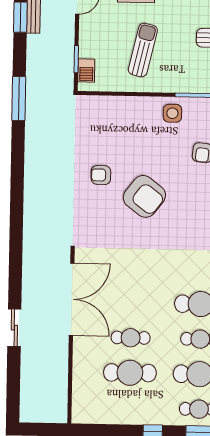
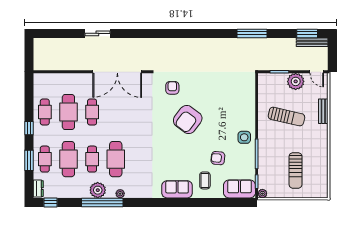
plant: (91, 35) -> (296, 81), added
barbecue: (86, 71) -> (272, 79), removed
armchair: (101, 175) -> (172, 88), moved
cafe table: (129, 408) -> (45, 112), added

